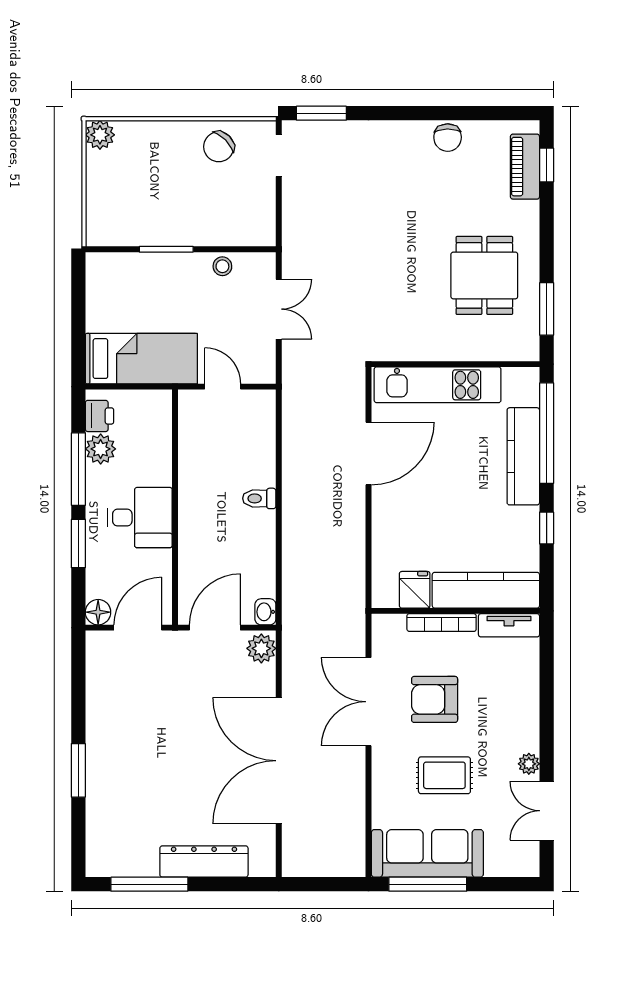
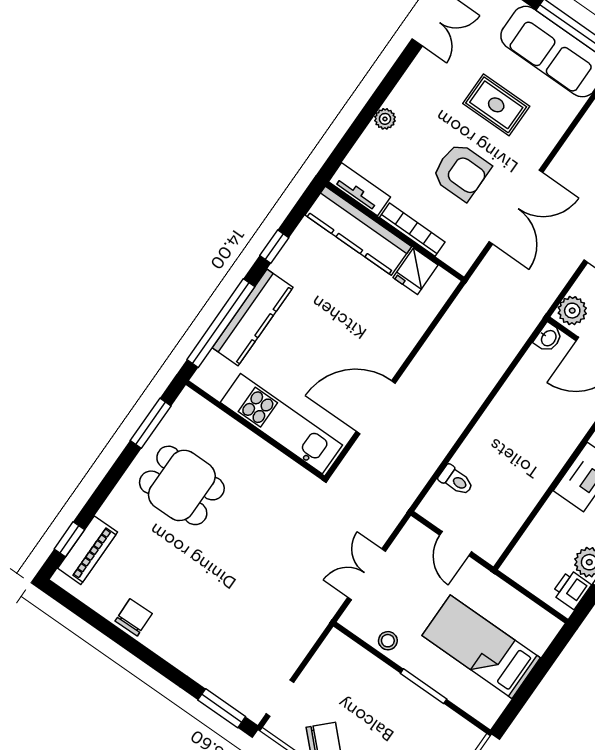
dining table: (484, 275) -> (182, 485), turned 90
bed: (141, 359) -> (481, 647), moved
toilet: (259, 498) -> (456, 480), moved
plant: (529, 764) -> (385, 119), moved

